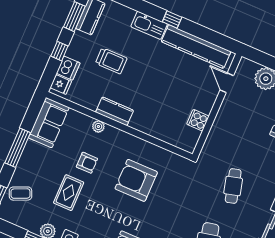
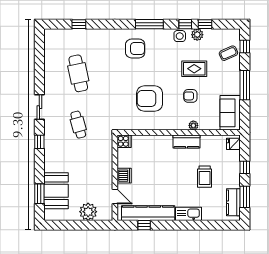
window: (172, 20) -> (144, 225), moved
trolley: (111, 61) -> (205, 177), turned -90
dishwasher: (68, 68) -> (124, 176), moved, turned 180
cooker: (198, 120) -> (124, 141), moved
armchair: (136, 180) -> (150, 99), turned 180
rug: (69, 193) -> (194, 69), turned 90

